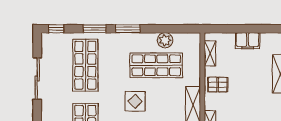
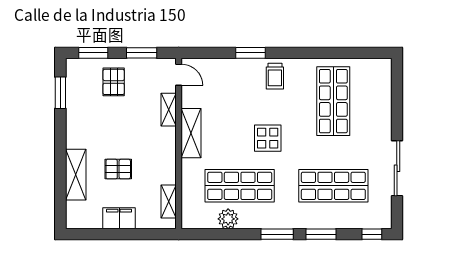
shop shelf: (85, 65) -> (333, 186), turned 90
pallet: (218, 85) -> (118, 169), moved

